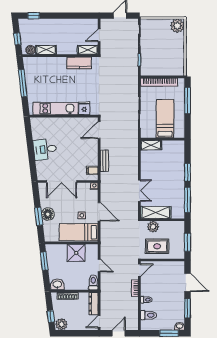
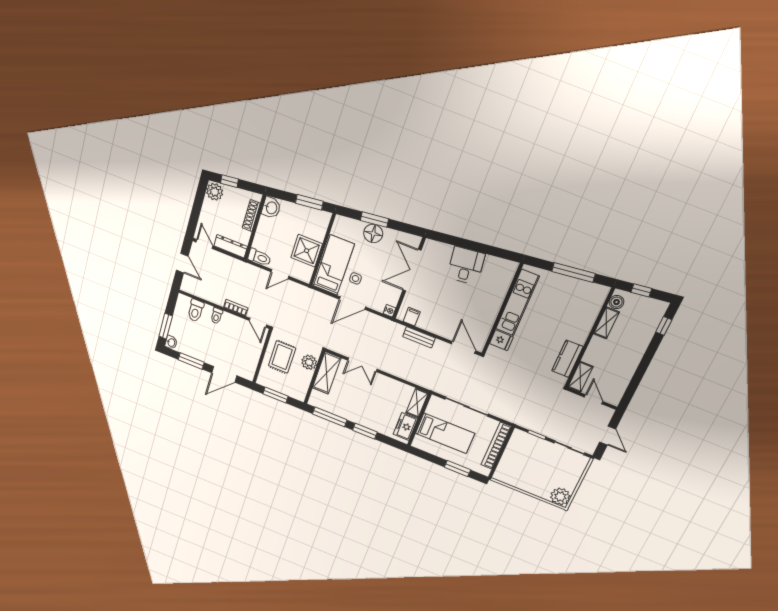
window: (187, 101) -> (457, 469), width x0.69
freezer: (172, 147) -> (405, 426), added

